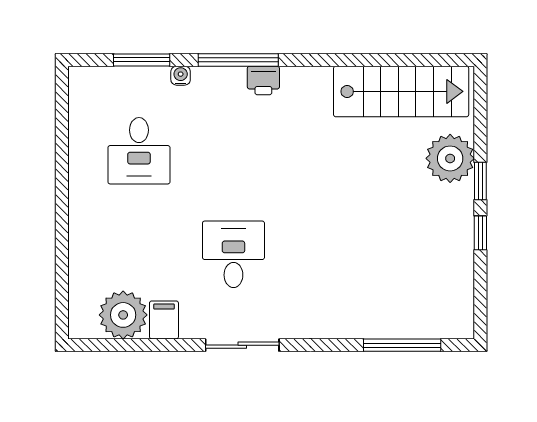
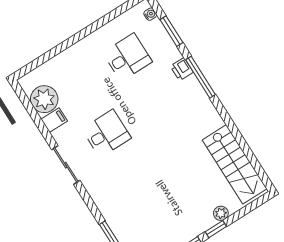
water cooler: (181, 76) -> (150, 14), moved
printer: (263, 80) -> (182, 69), moved
desk: (139, 151) -> (127, 57), turned 180
plant: (450, 158) -> (221, 213), width x0.53, depth x0.53

